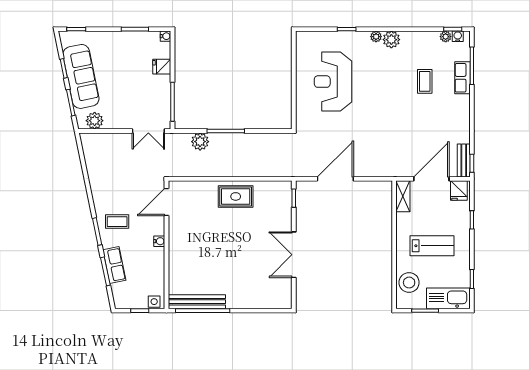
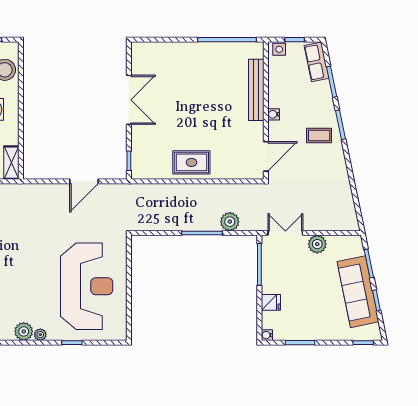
reception desk: (333, 82) -> (87, 286), width x1.36, depth x1.30
plant: (95, 121) -> (317, 244), moved
door: (335, 179) -> (84, 181), width x0.73
row of seats: (114, 265) -> (317, 62), moved
bench: (197, 302) -> (256, 90), moved, turned 90

